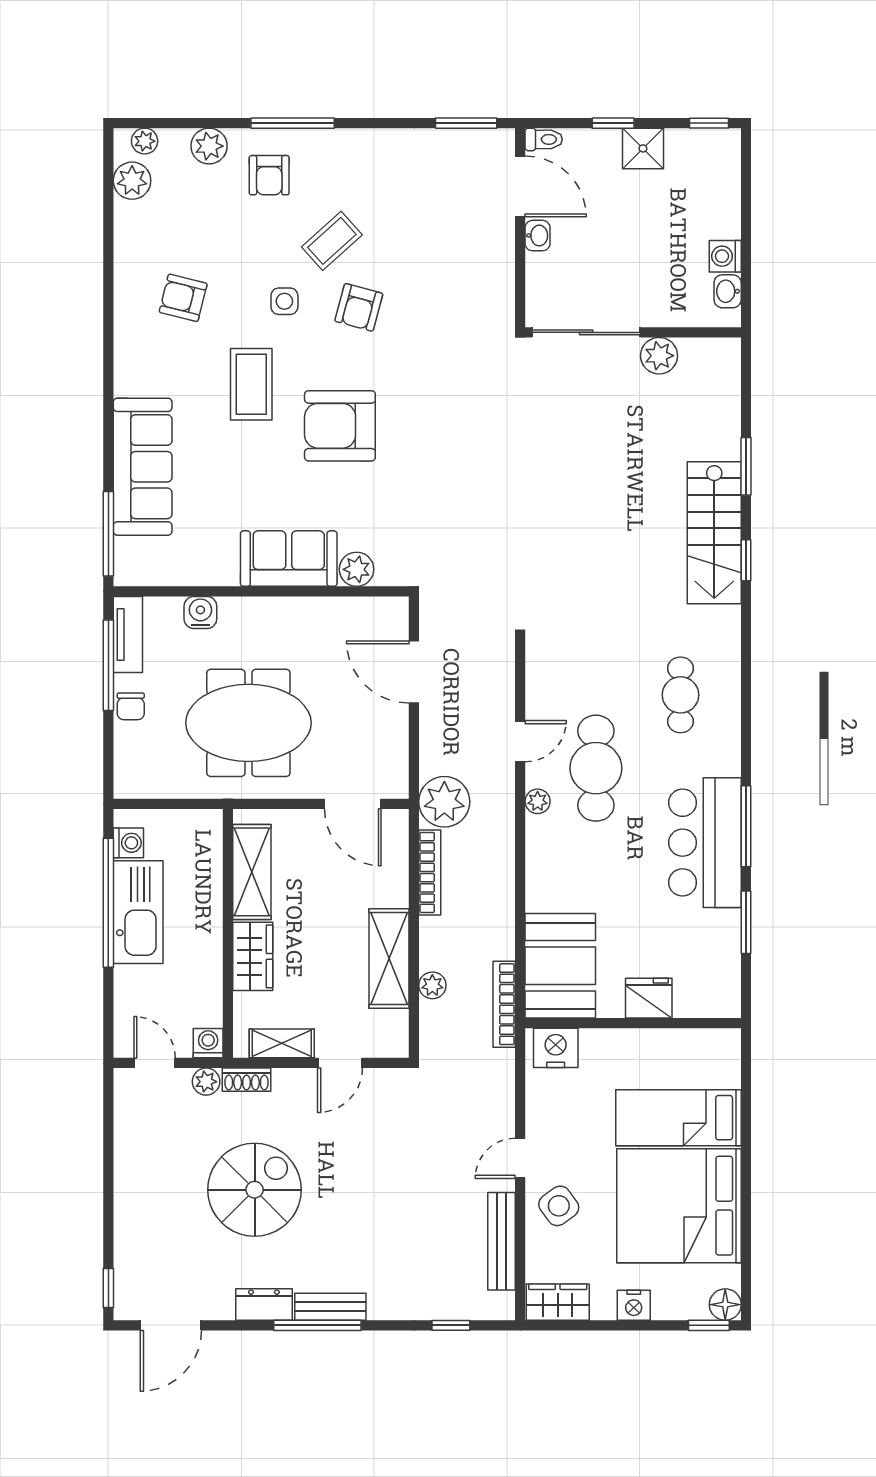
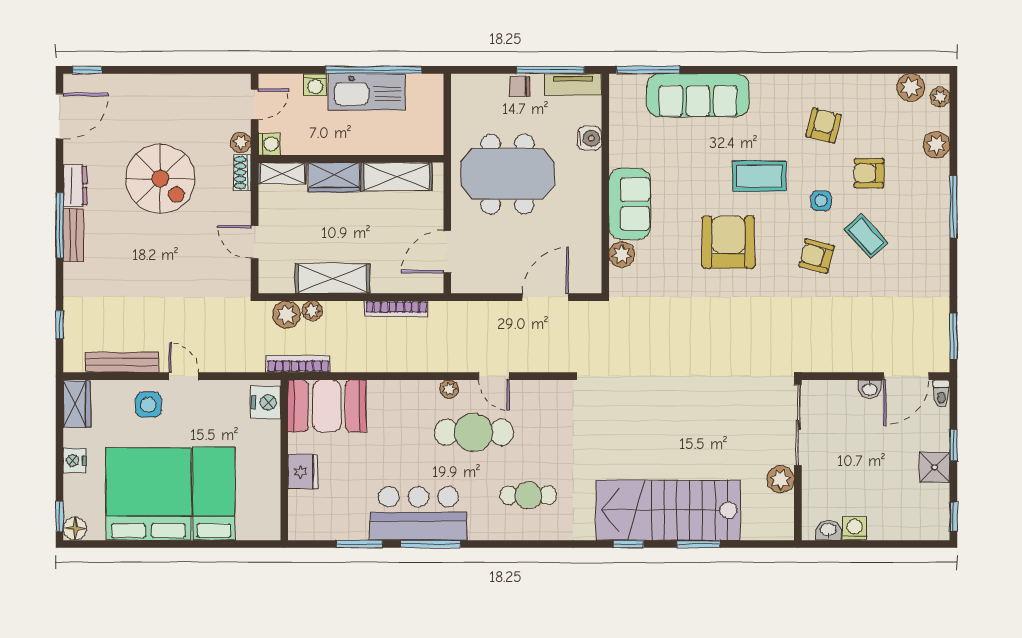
armchair: (269, 175) -> (869, 173), moved
stairs: (714, 533) -> (668, 510), width x1.36, depth x1.51
meeting table: (248, 723) -> (507, 174), turned 90
plant: (444, 802) -> (286, 315), moved, width x0.73, depth x0.73
washing machine: (128, 843) -> (315, 85), moved
shelving: (282, 1043) -> (282, 173), moved, turned 90
side table: (559, 1206) -> (148, 405), turned 36
door: (171, 1325) -> (60, 116), swing flipped

